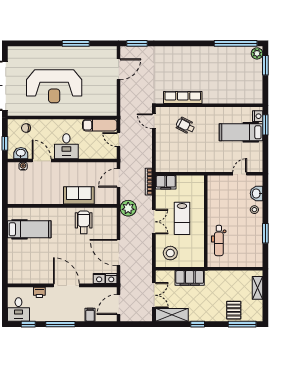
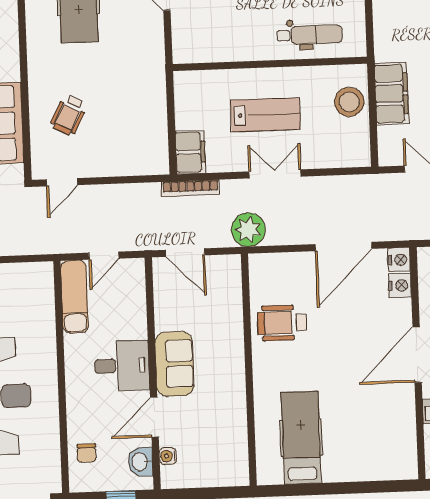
sofa: (79, 195) -> (175, 364), moved, turned 180
stool: (170, 253) -> (349, 102), moved

